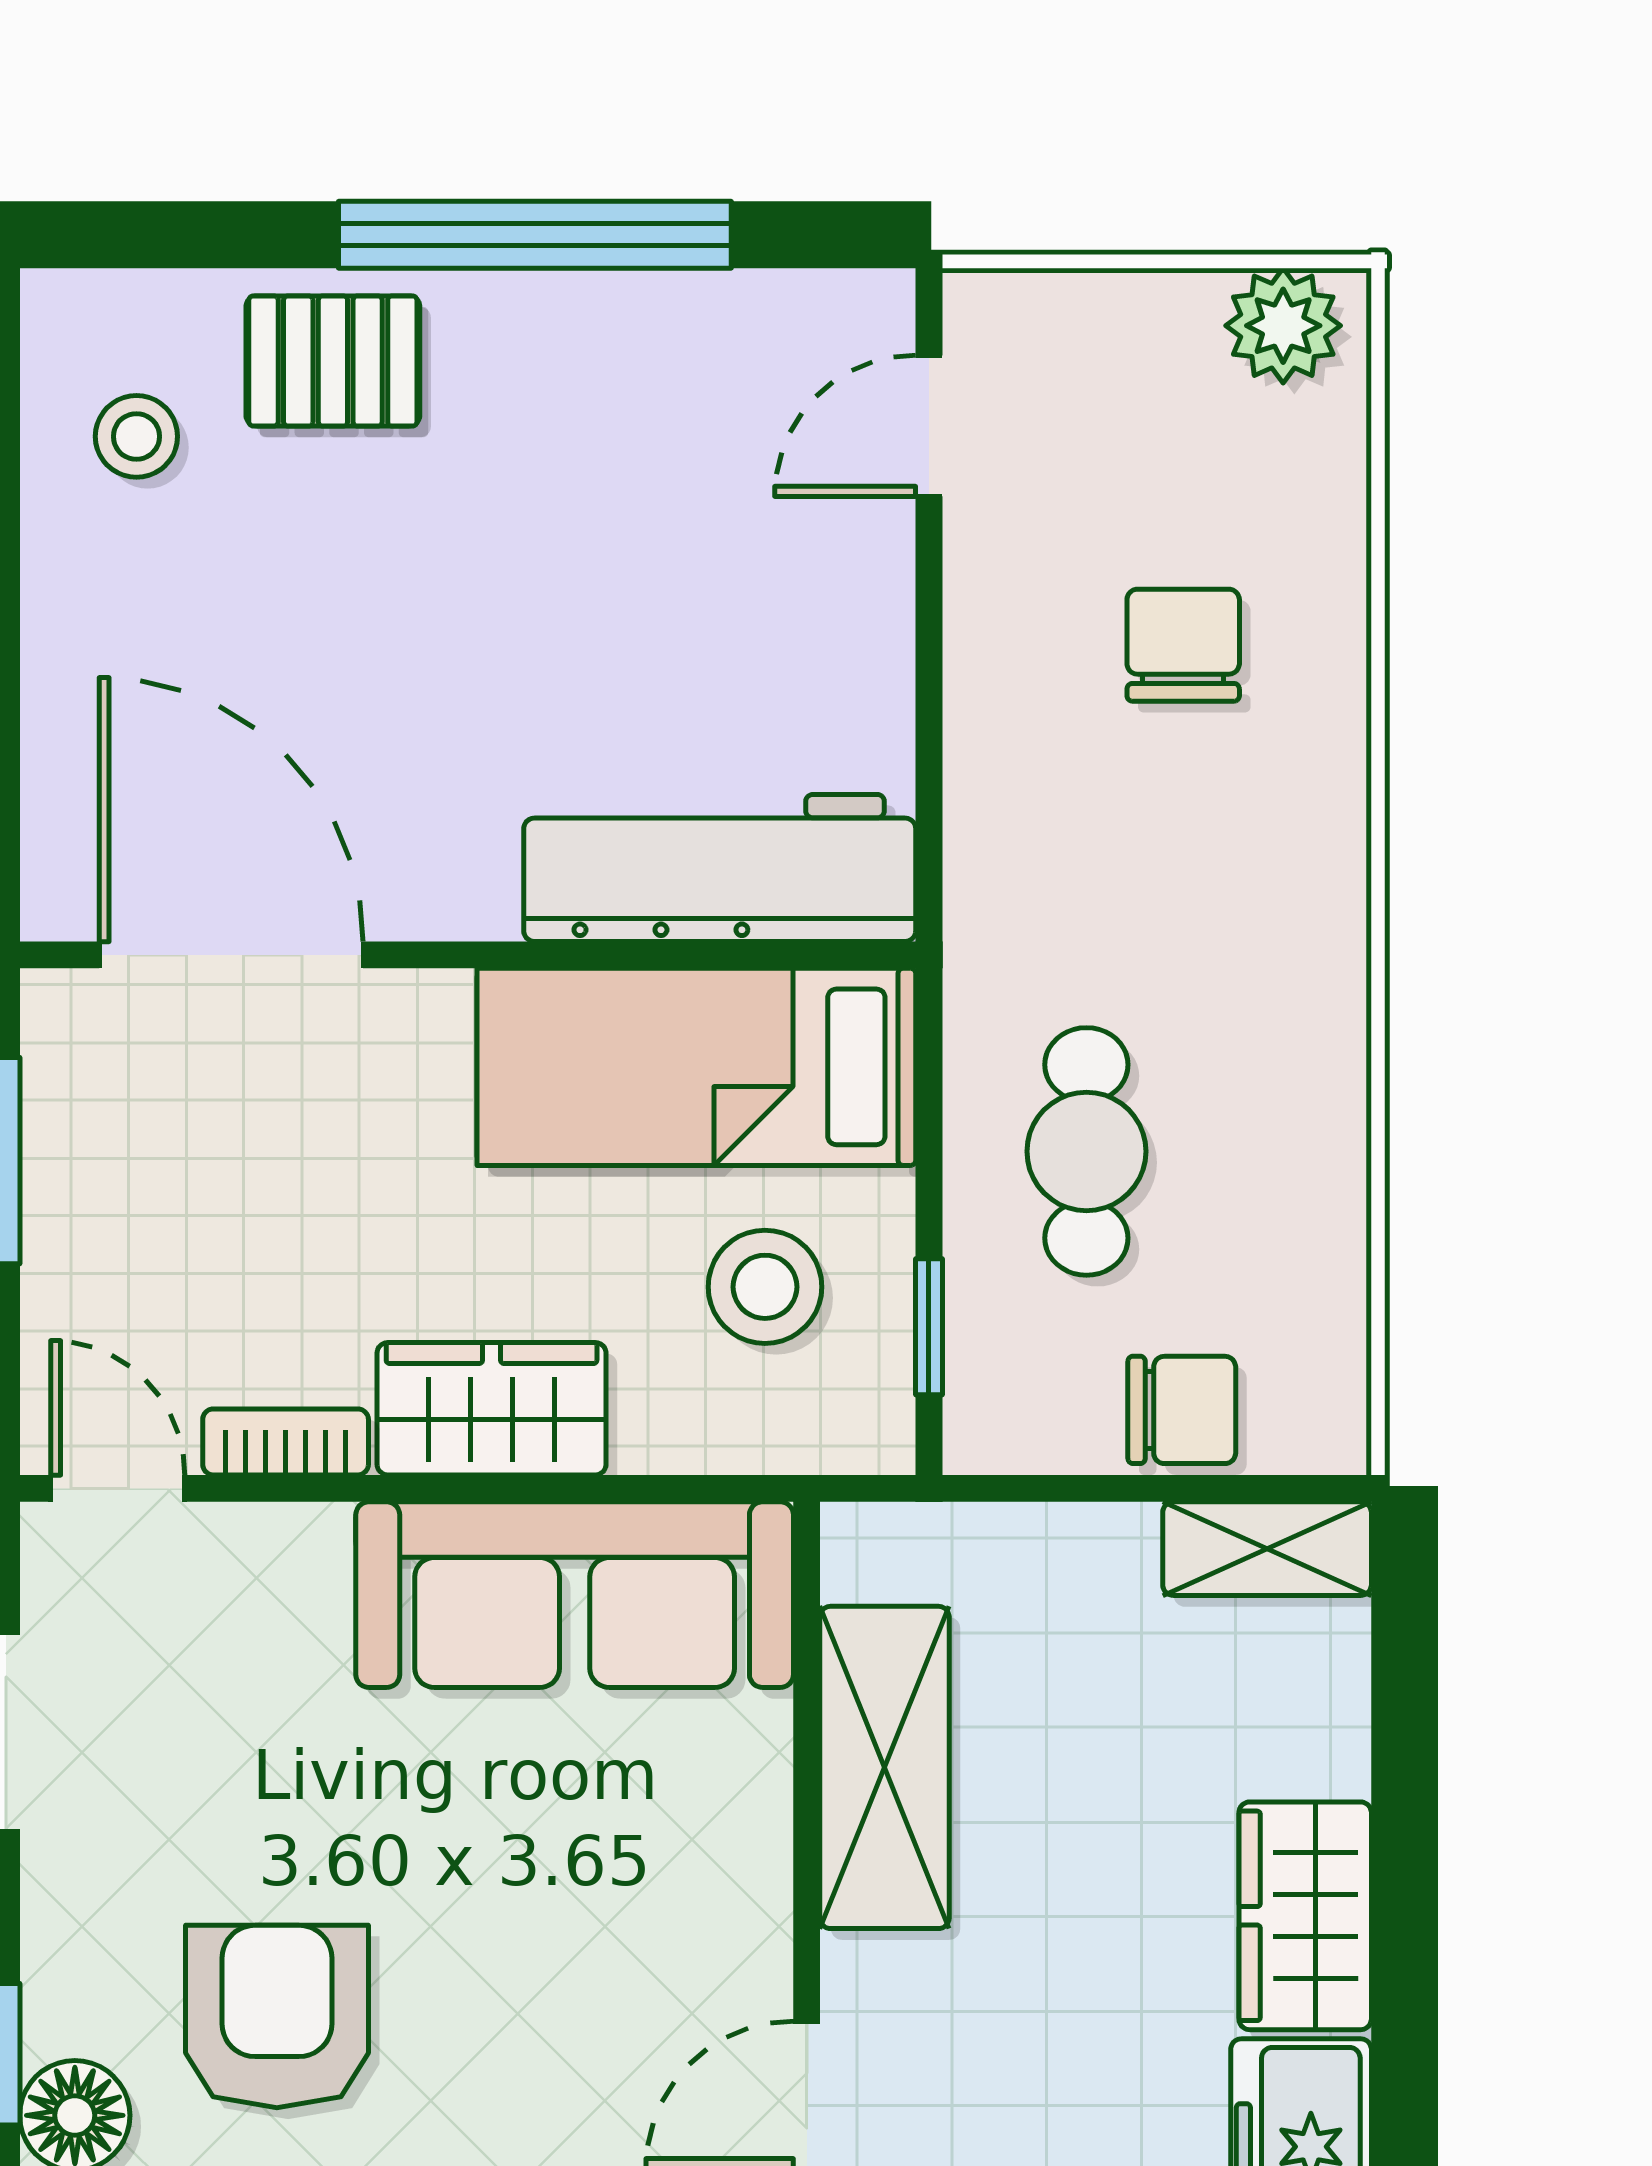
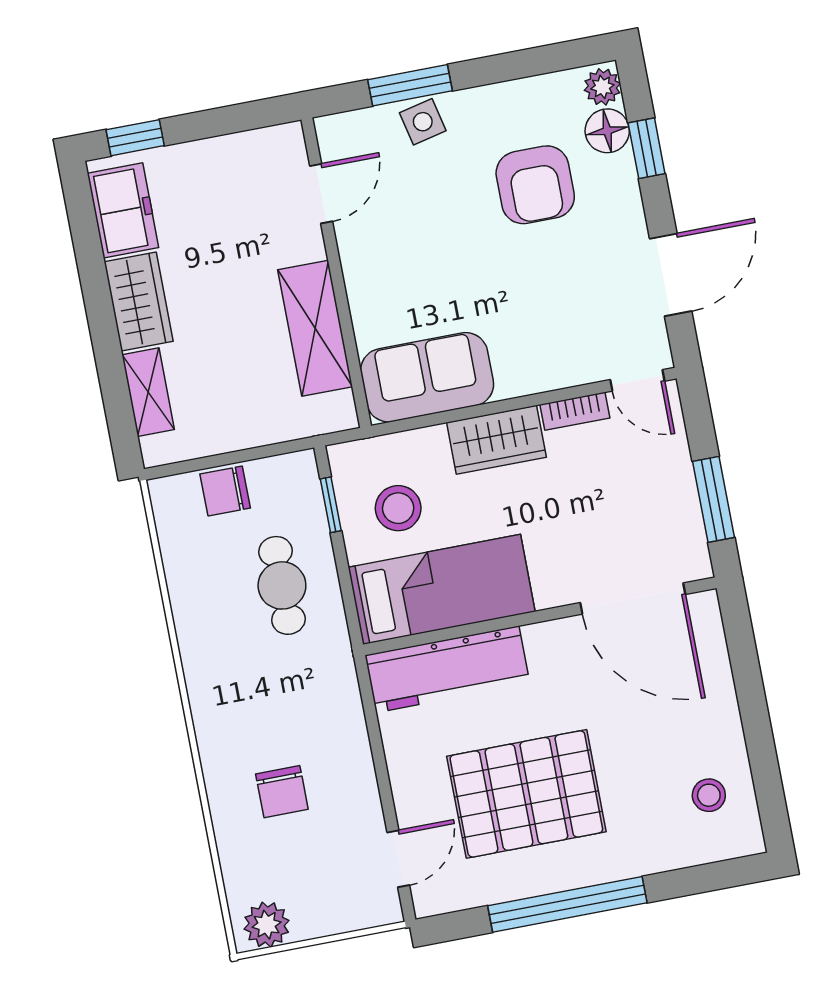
pallet: (333, 361) -> (526, 794), moved, width x2.05, depth x2.00
shelving: (1267, 1549) -> (148, 392), moved, turned 90
sofa: (575, 1595) -> (427, 377), width x0.73

